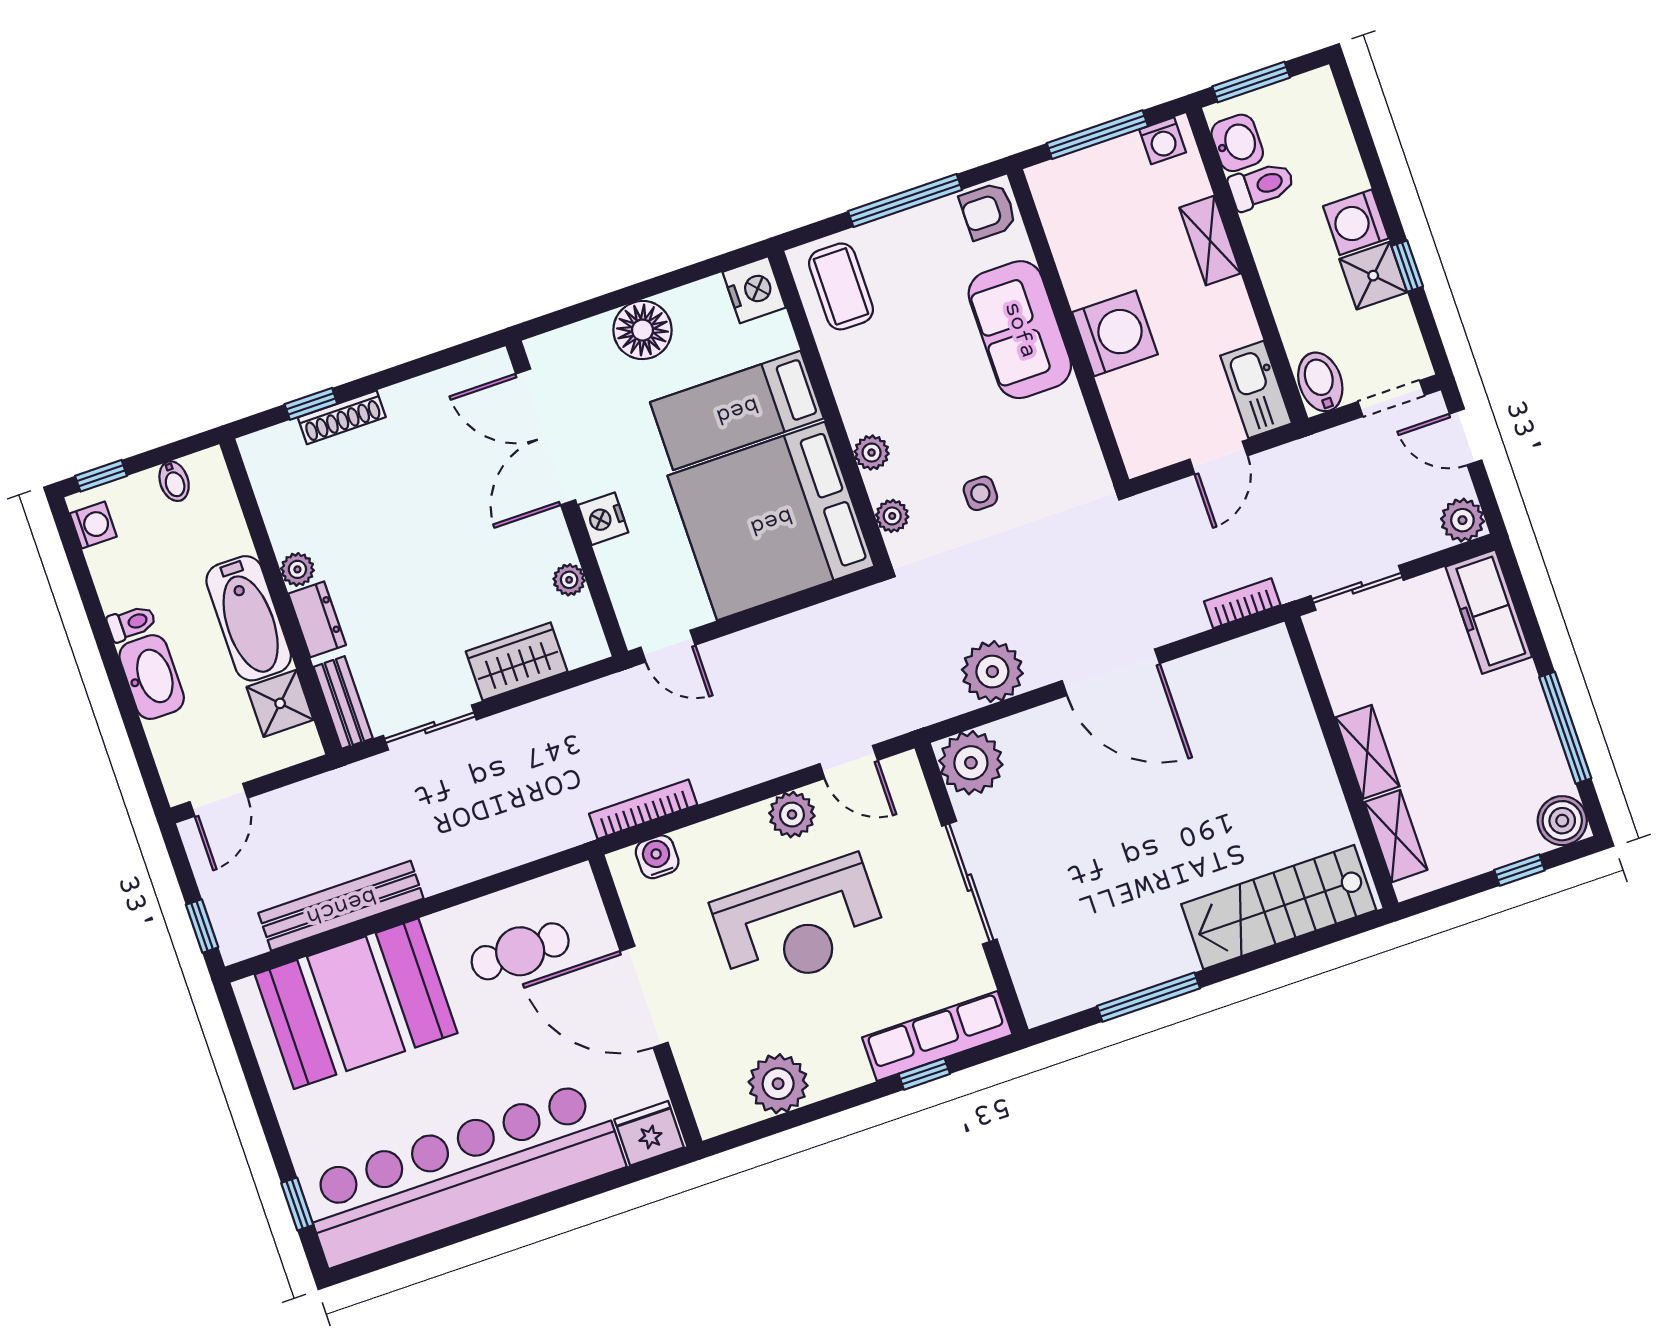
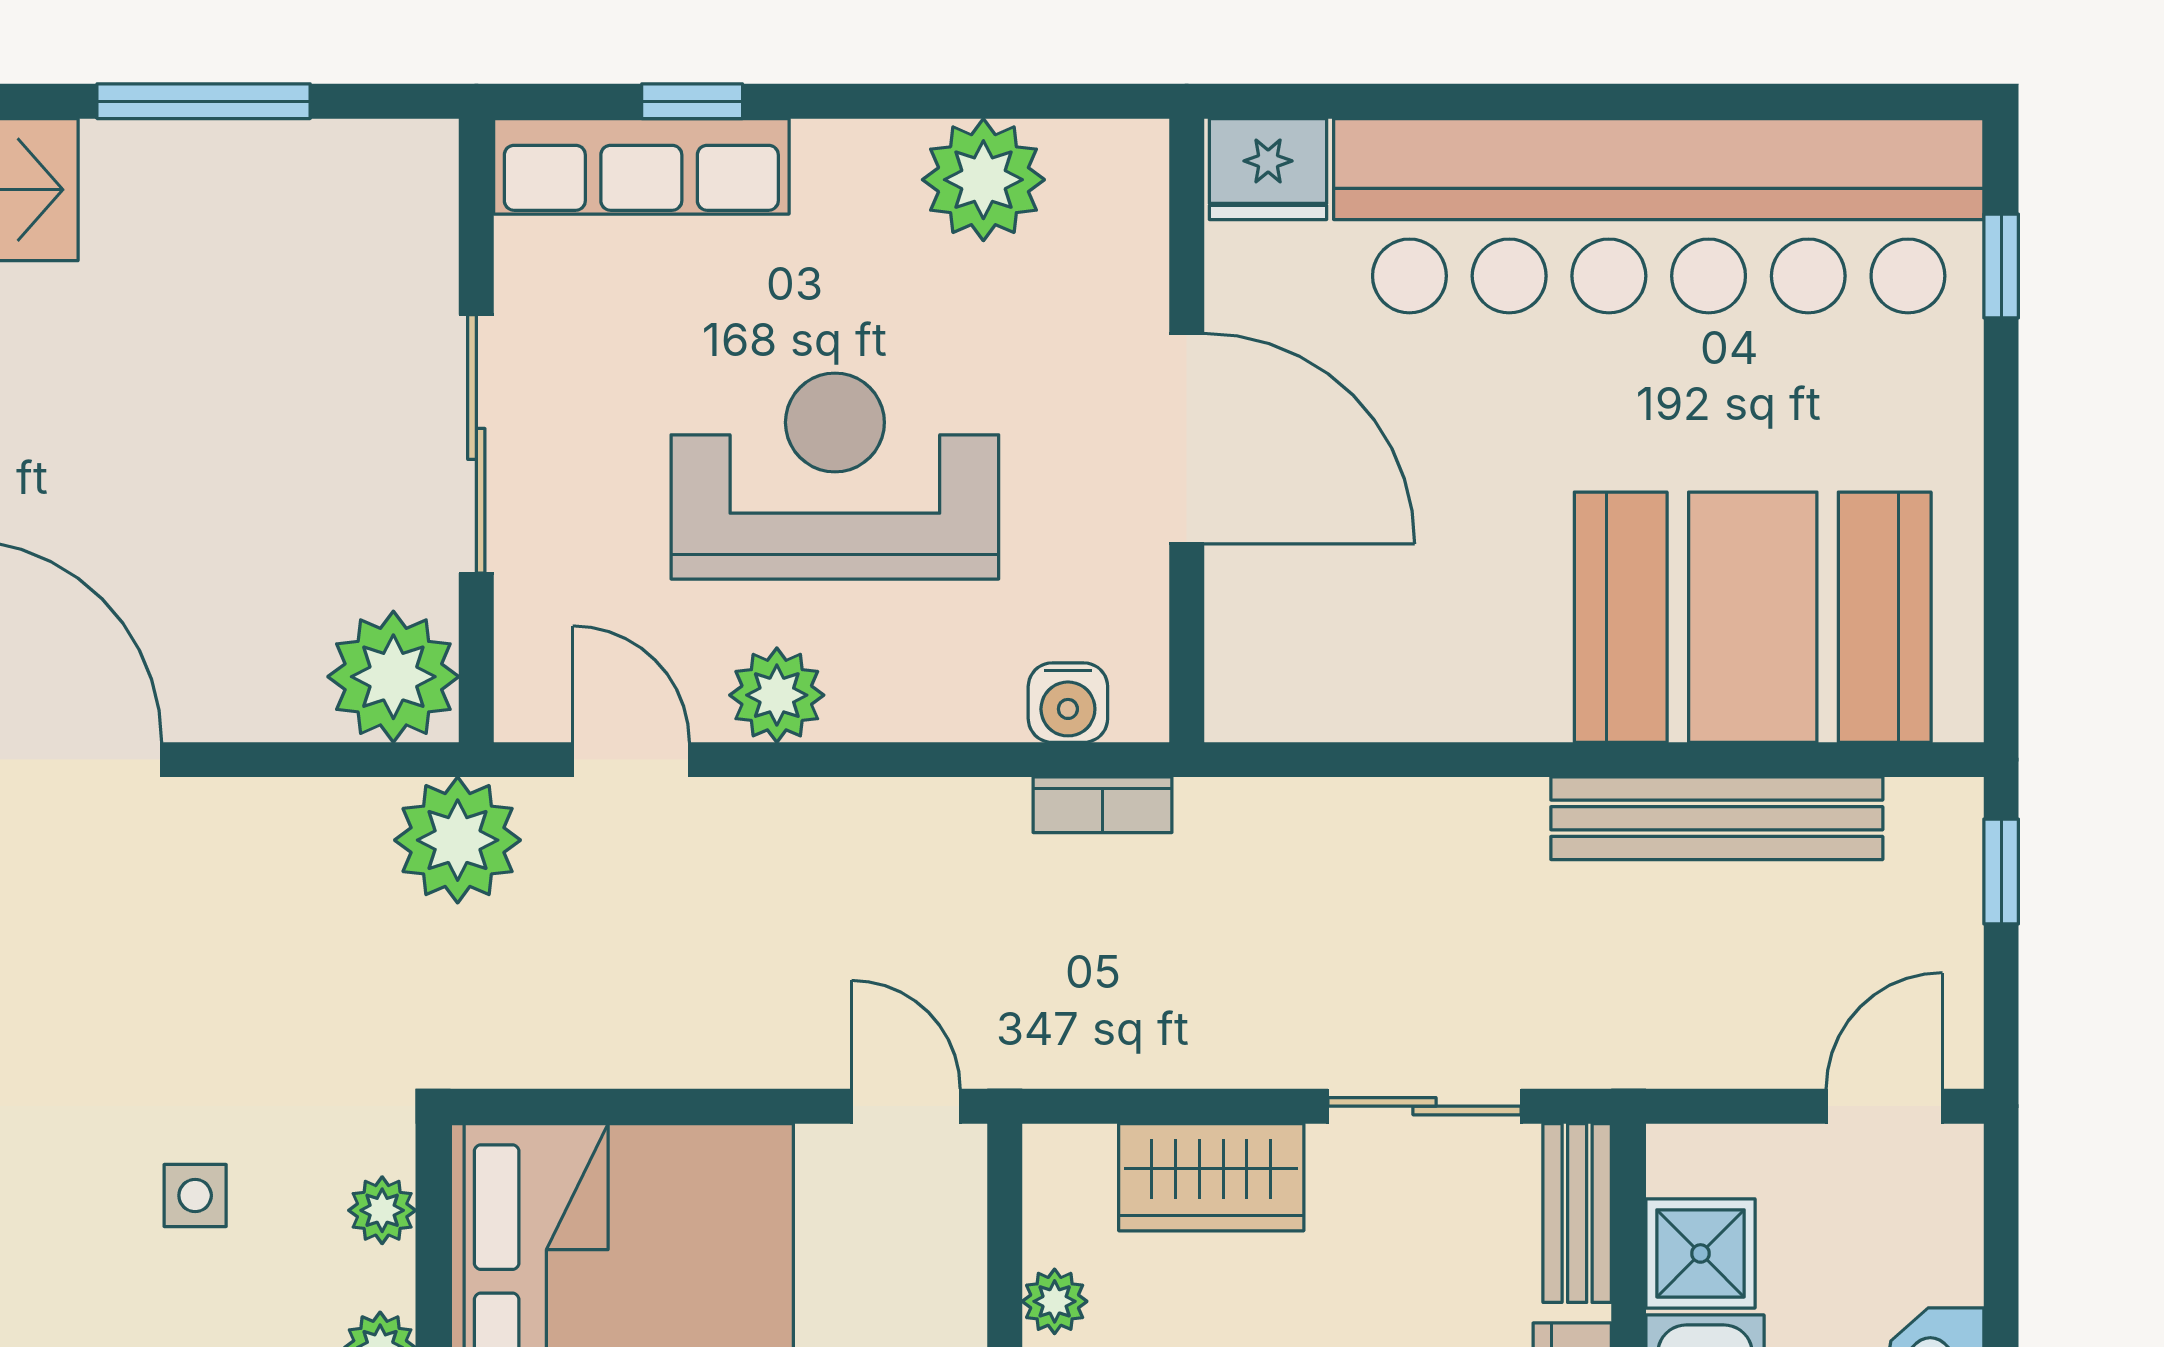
plant: (992, 672) -> (458, 840), moved
bookcase: (643, 809) -> (1102, 805), width x0.64
cafe table: (520, 951) -> (1398, 610), removed

